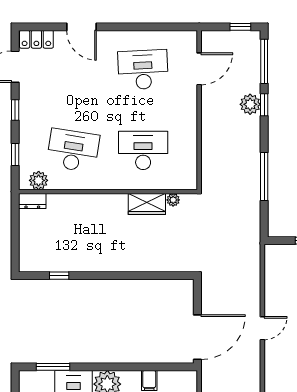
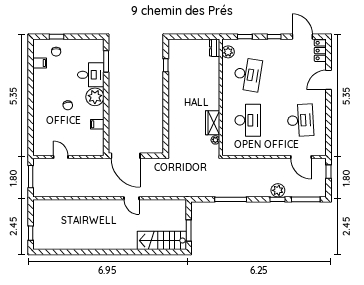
window: (240, 27) -> (328, 172), moved

